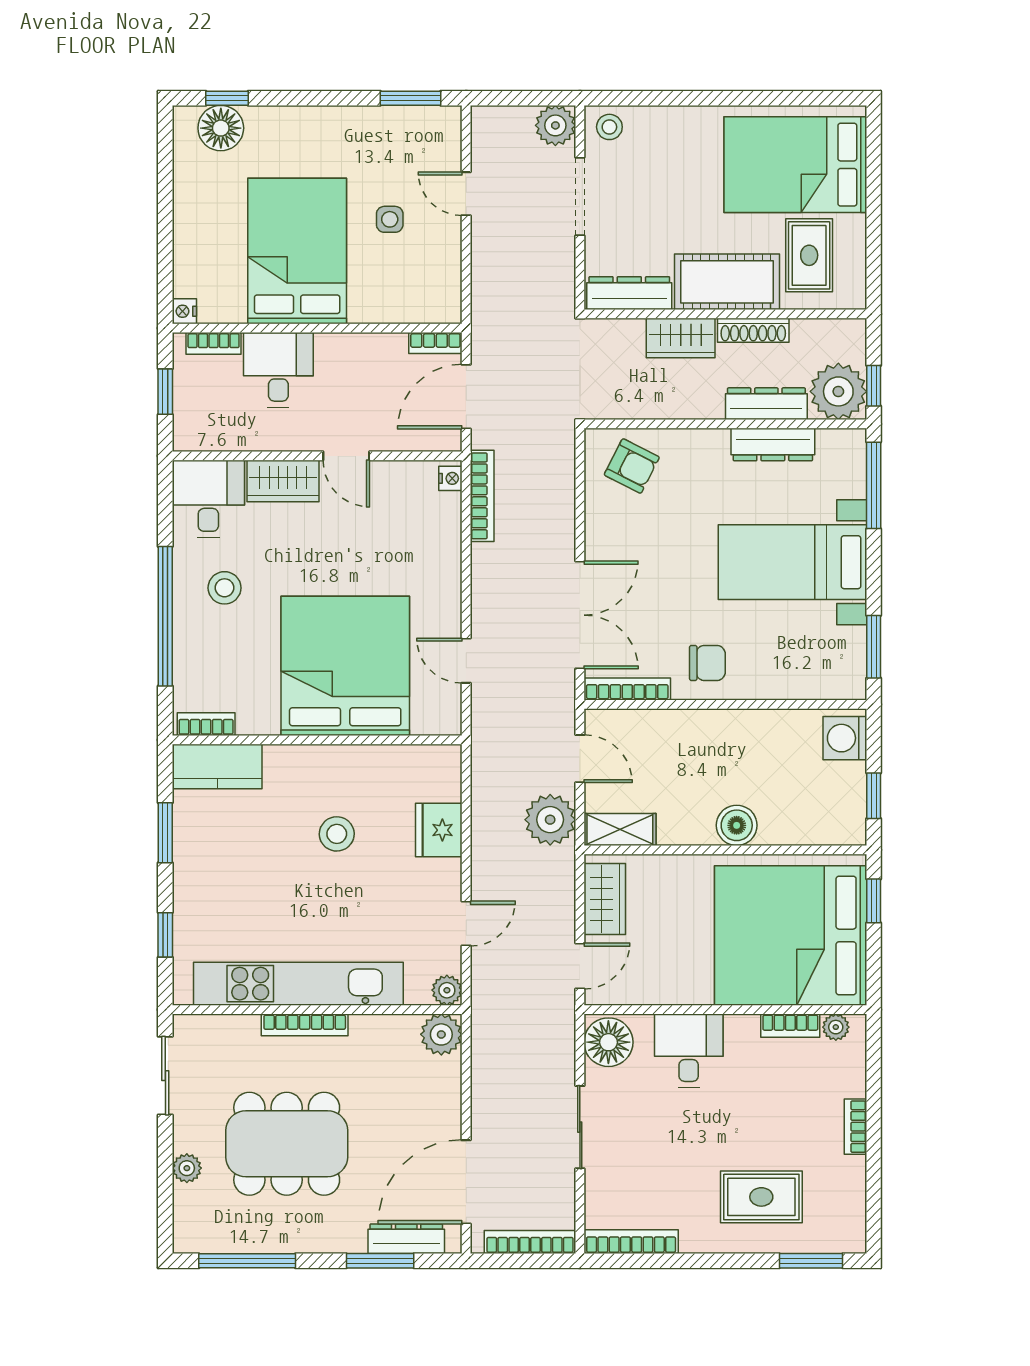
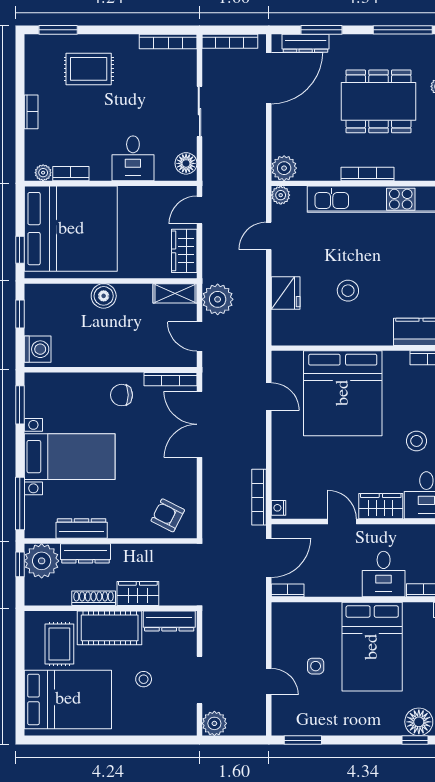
stool: (609, 127) -> (144, 679), moved
floor lamp: (608, 1042) -> (186, 163), width x0.73, depth x0.73

